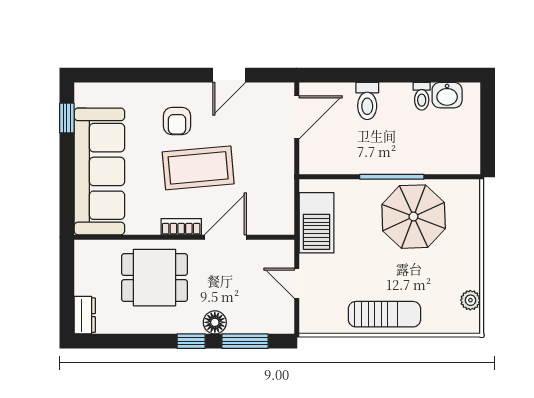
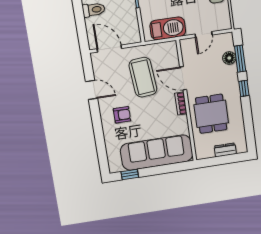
coffee table: (198, 168) -> (143, 77), moved
dresser: (85, 315) -> (225, 150), moved
floor lamp: (215, 322) -> (229, 58), moved

